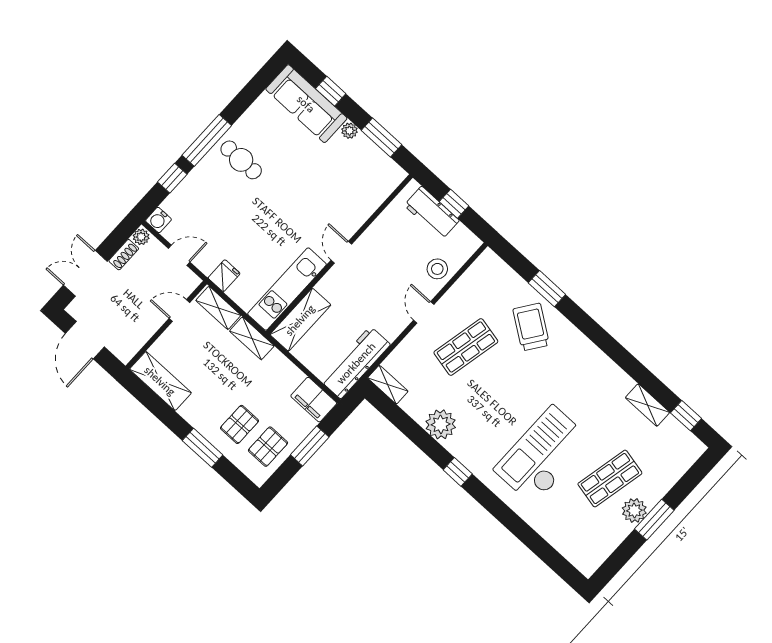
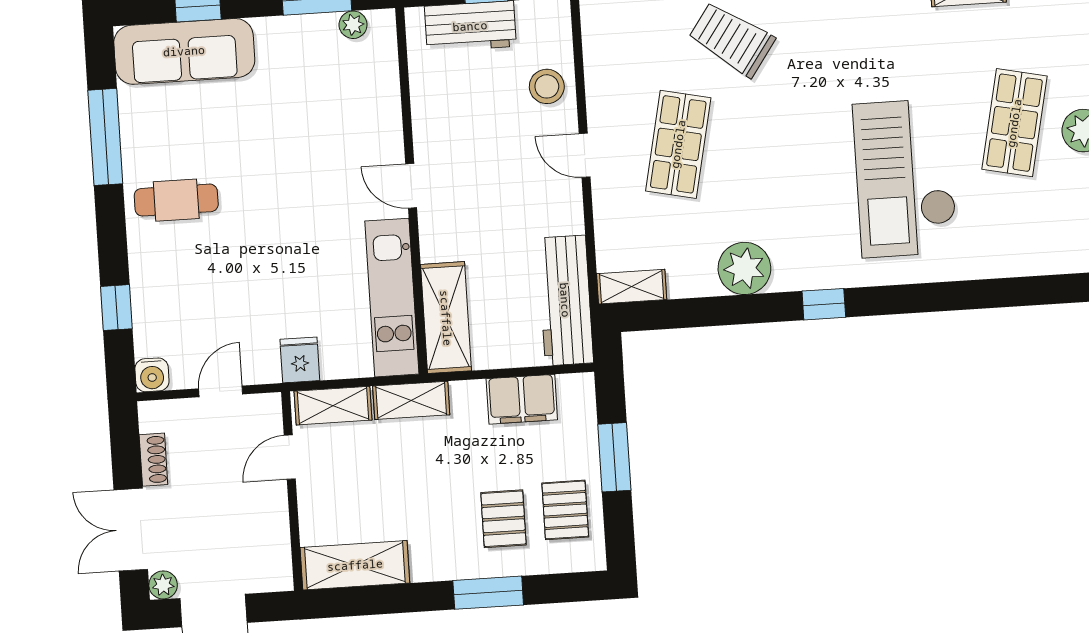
plant: (350, 131) -> (353, 25), moved
window: (207, 140) -> (105, 137), moved
plant: (141, 237) -> (163, 585), moved
filing cabinet: (314, 400) -> (522, 399), moved

